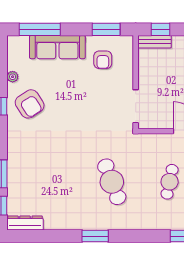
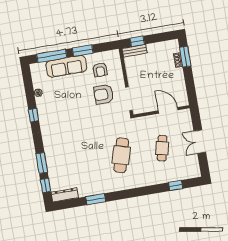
window: (106, 29) -> (83, 51), moved
armchair: (30, 104) -> (104, 94), moved, turned 123
cafe table: (112, 182) -> (121, 155), turned 36
window: (95, 236) -> (96, 199), moved

